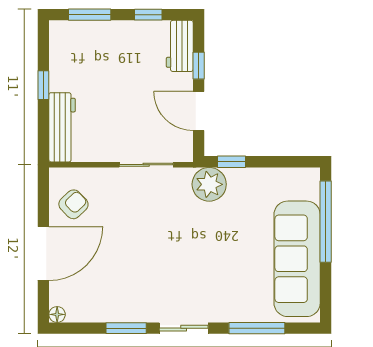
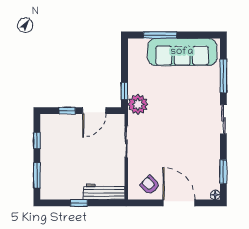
workbench: (180, 46) -> (56, 122), removed
window: (326, 222) -> (160, 35), width x0.68
window: (126, 328) -> (223, 172), moved

